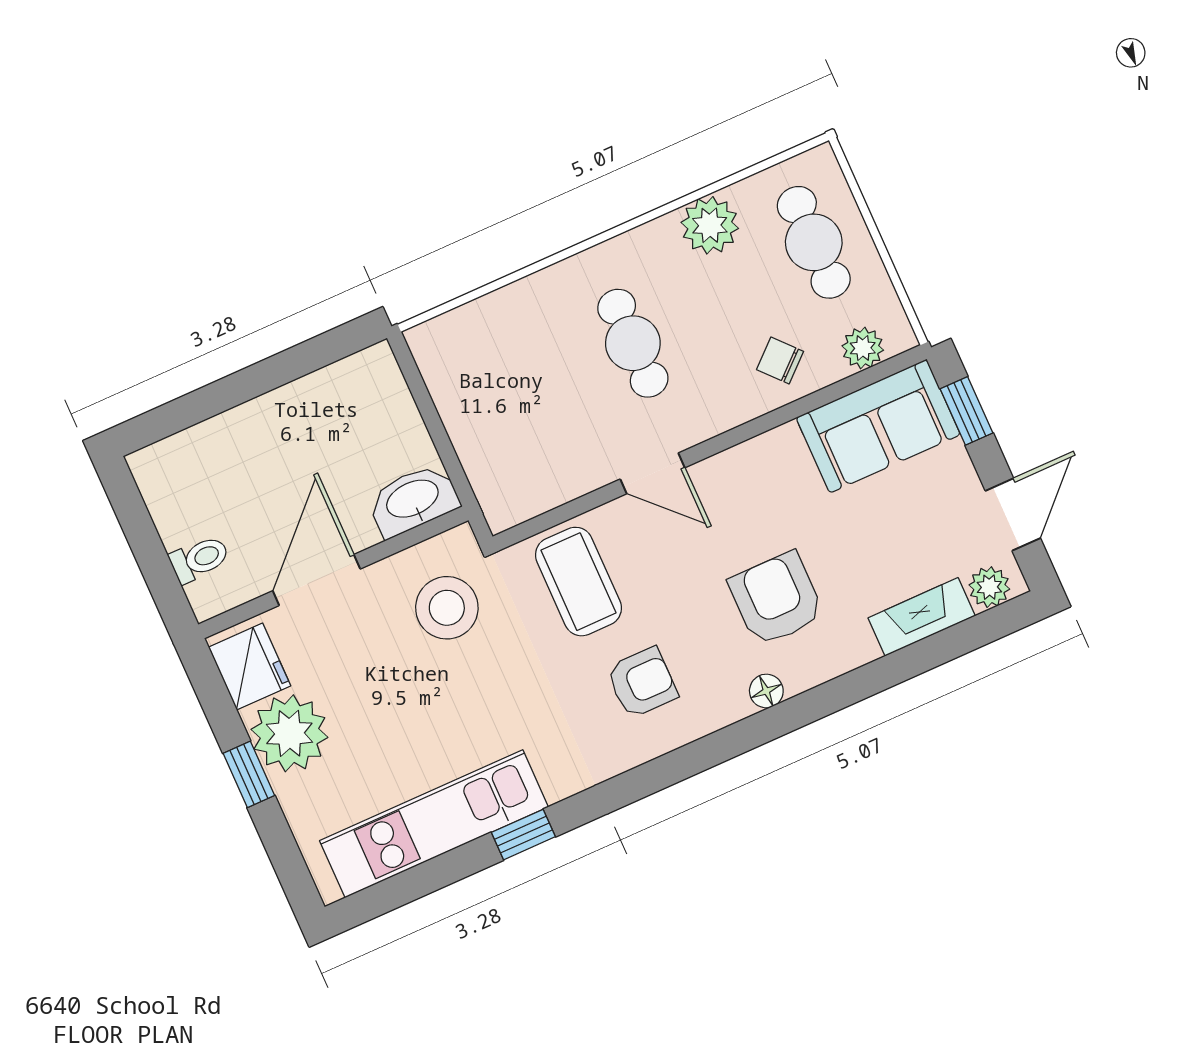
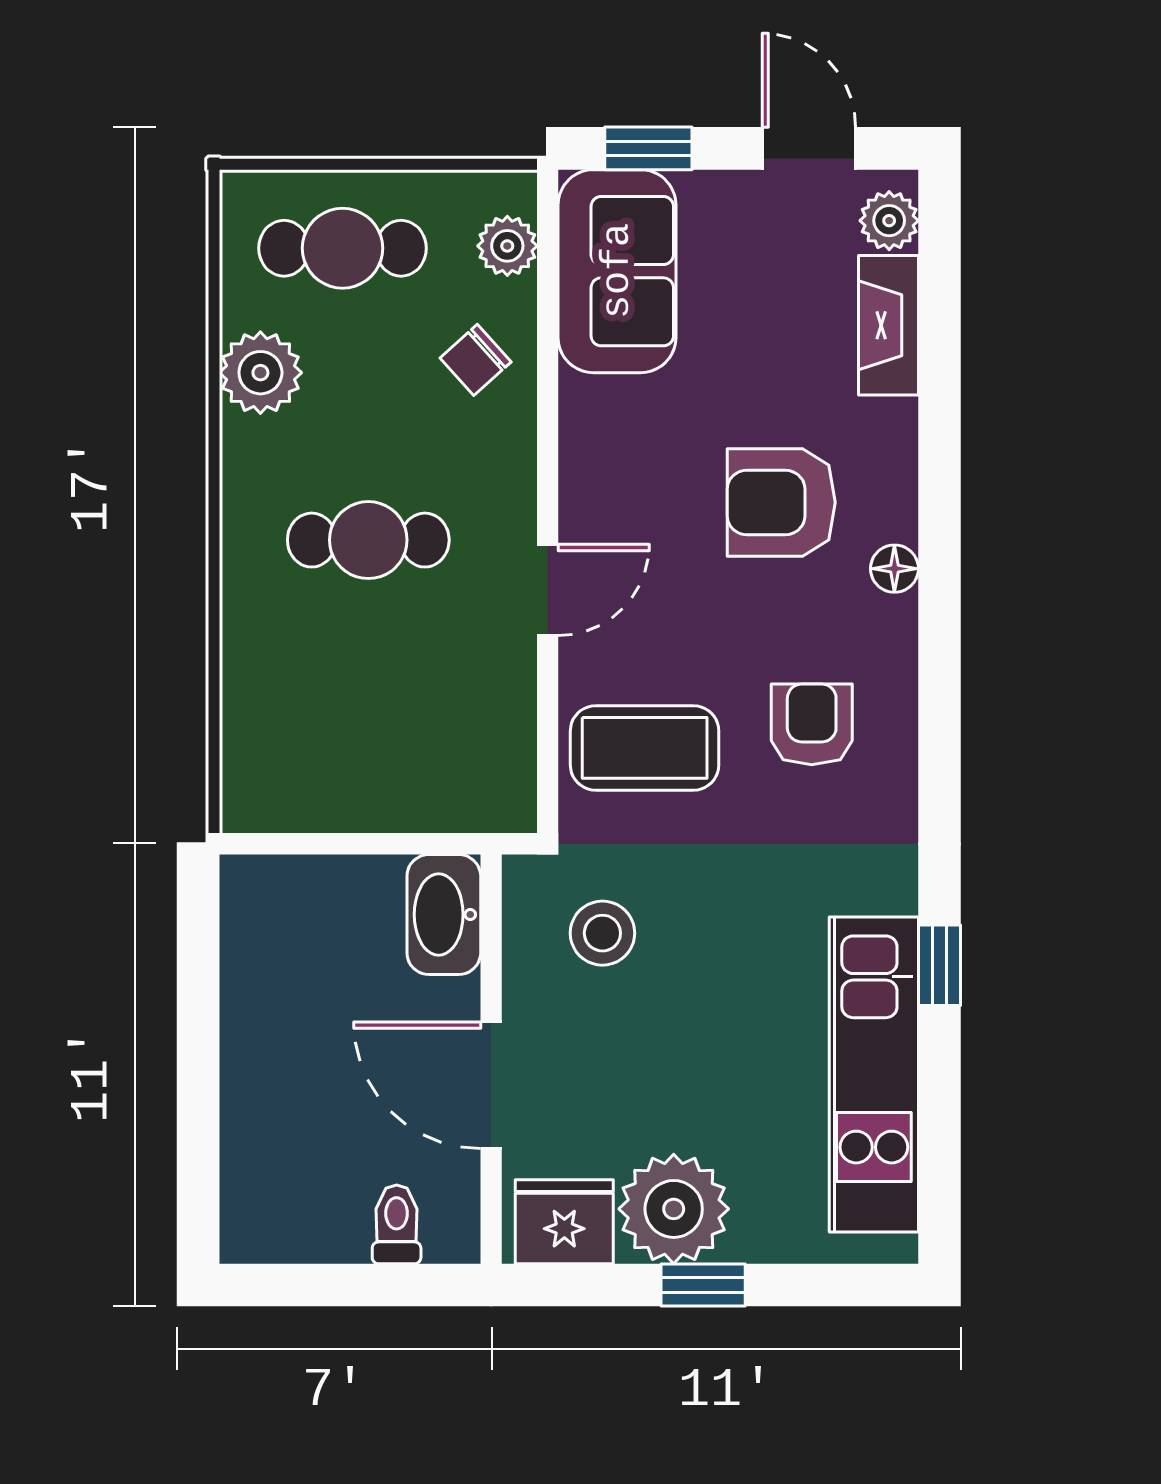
stool: (447, 608) -> (602, 933), width x0.73, depth x0.73

